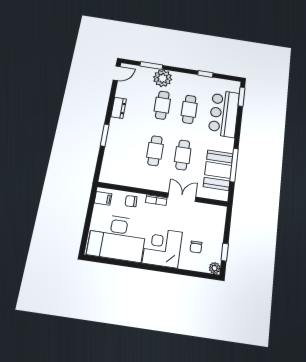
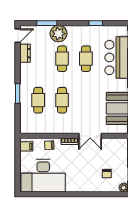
dresser: (119, 108) -> (25, 53), moved
cafe table: (183, 155) -> (38, 100), moved
double door: (182, 197) -> (90, 136), swing flipped
corner desk: (162, 247) -> (80, 178), removed

